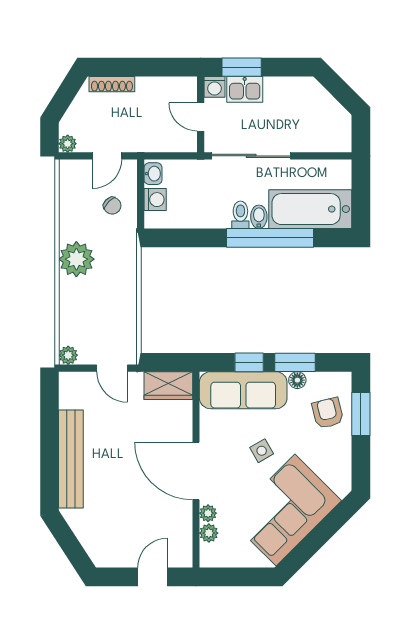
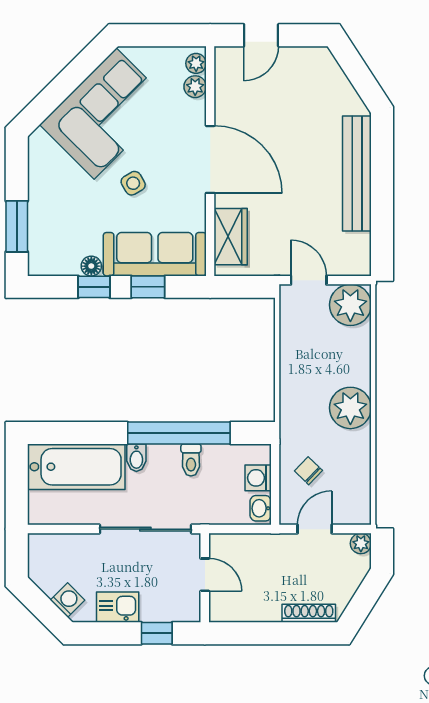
window: (242, 67) -> (157, 633), width x0.67
washing machine: (215, 87) -> (68, 600), moved, turned 45
kitchen sink: (245, 89) -> (118, 607), moved
toilet: (240, 215) -> (191, 460), moved
window: (270, 238) -> (179, 433), moved
plant: (68, 355) -> (350, 305), width x1.87, depth x1.87
window: (295, 362) -> (94, 287), width x0.67
wardrobe: (168, 386) -> (231, 237), moved, turned 90
armchair: (328, 413) -> (56, 227), removed
plant: (208, 513) -> (196, 63), moved

